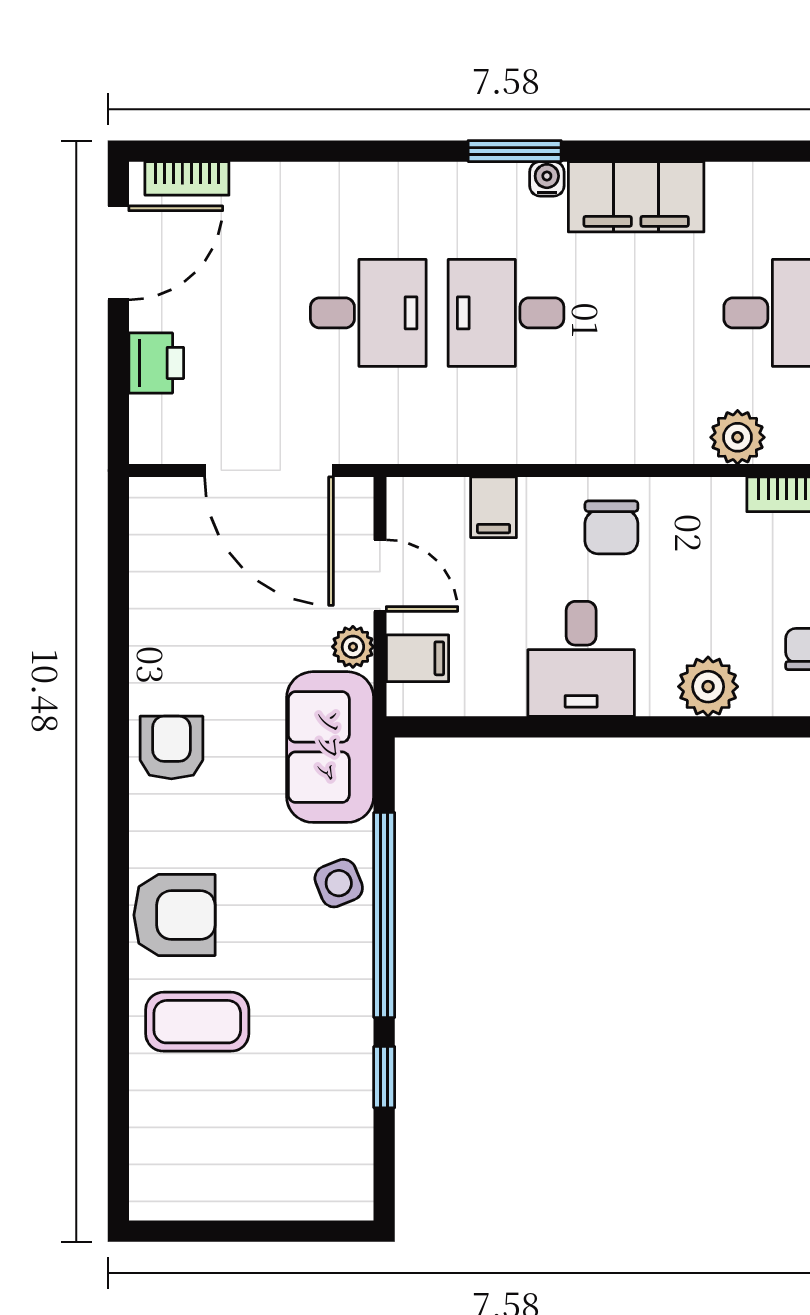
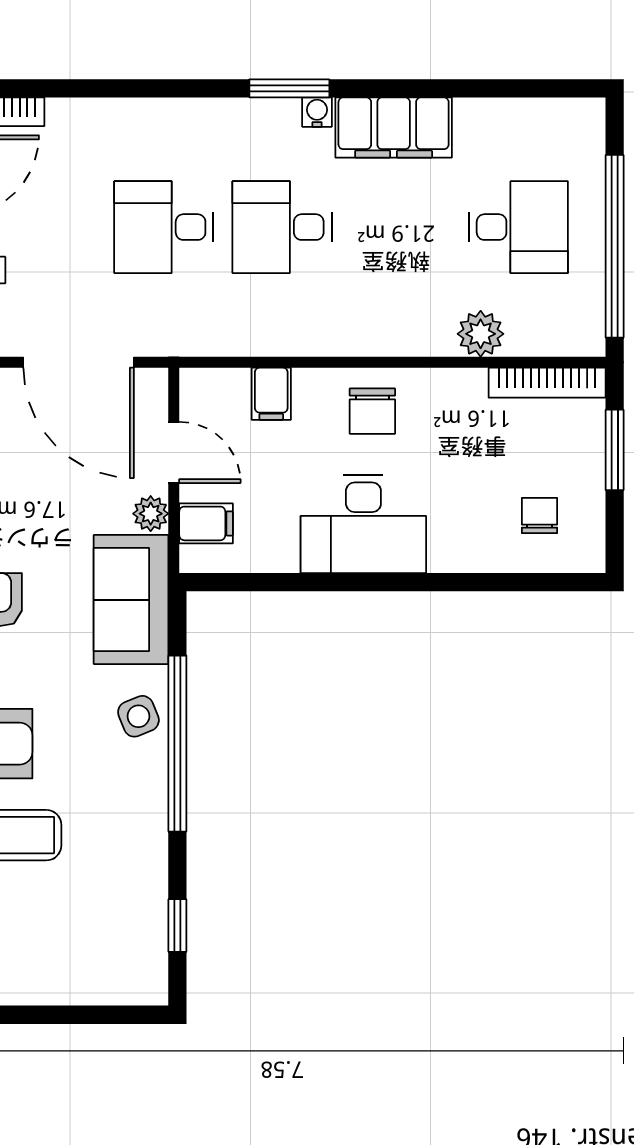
desk: (368, 313) -> (164, 227), turned 180
desk: (581, 659) -> (363, 524), width x1.37
plant: (708, 687) -> (455, 548), removed
window: (384, 1077) -> (177, 926), moved

